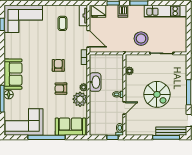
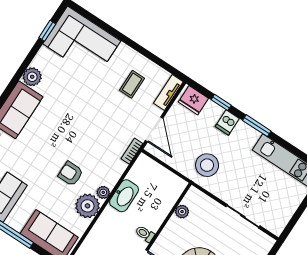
stool: (141, 39) -> (207, 165), moved
plant: (10, 52) -> (32, 77), added
armchair: (58, 65) -> (88, 139), removed

